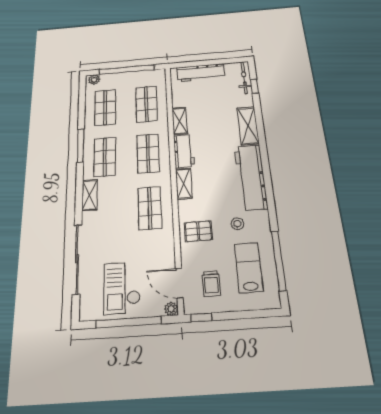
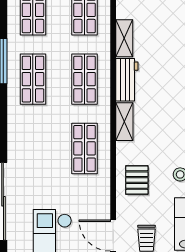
shelving: (90, 195) -> (16, 127), removed
pallet: (198, 231) -> (137, 180), turned 90

